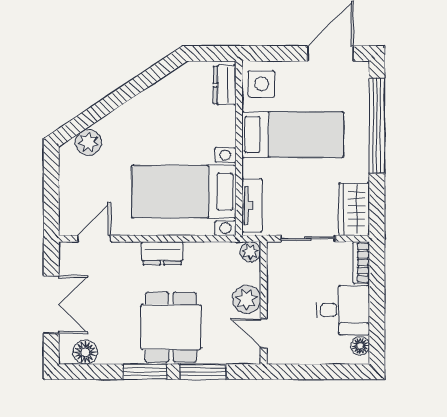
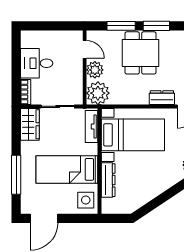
dresser: (225, 85) -> (108, 180), moved, width x1.44
window: (377, 126) -> (16, 175), width x0.68
plant: (250, 252) -> (98, 93), width x1.88, depth x1.88
dresser: (162, 253) -> (162, 98), moved
floor lamp: (360, 346) -> (26, 42), removed

